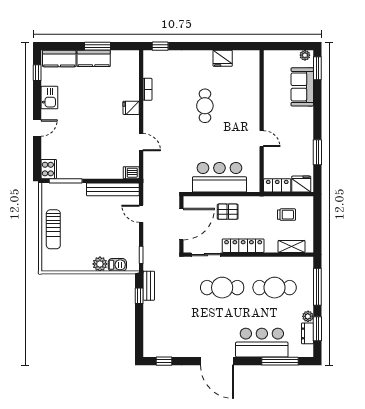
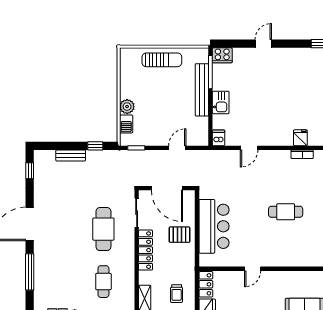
kitchen sink: (49, 98) -> (221, 102), moved, turned -90
fridge: (131, 108) -> (300, 138), moved
door: (37, 128) -> (263, 44), swing flipped
bench: (113, 189) -> (202, 90), moved
pallet: (228, 212) -> (179, 235), turned 90
sun lounger: (53, 229) -> (162, 60), turned 180
bench: (149, 286) -> (71, 155), moved
cafe table: (275, 288) -> (103, 282), width x0.73, depth x0.74
bar counter: (262, 343) -> (48, 269), removed
window: (280, 361) -> (30, 272), moved

